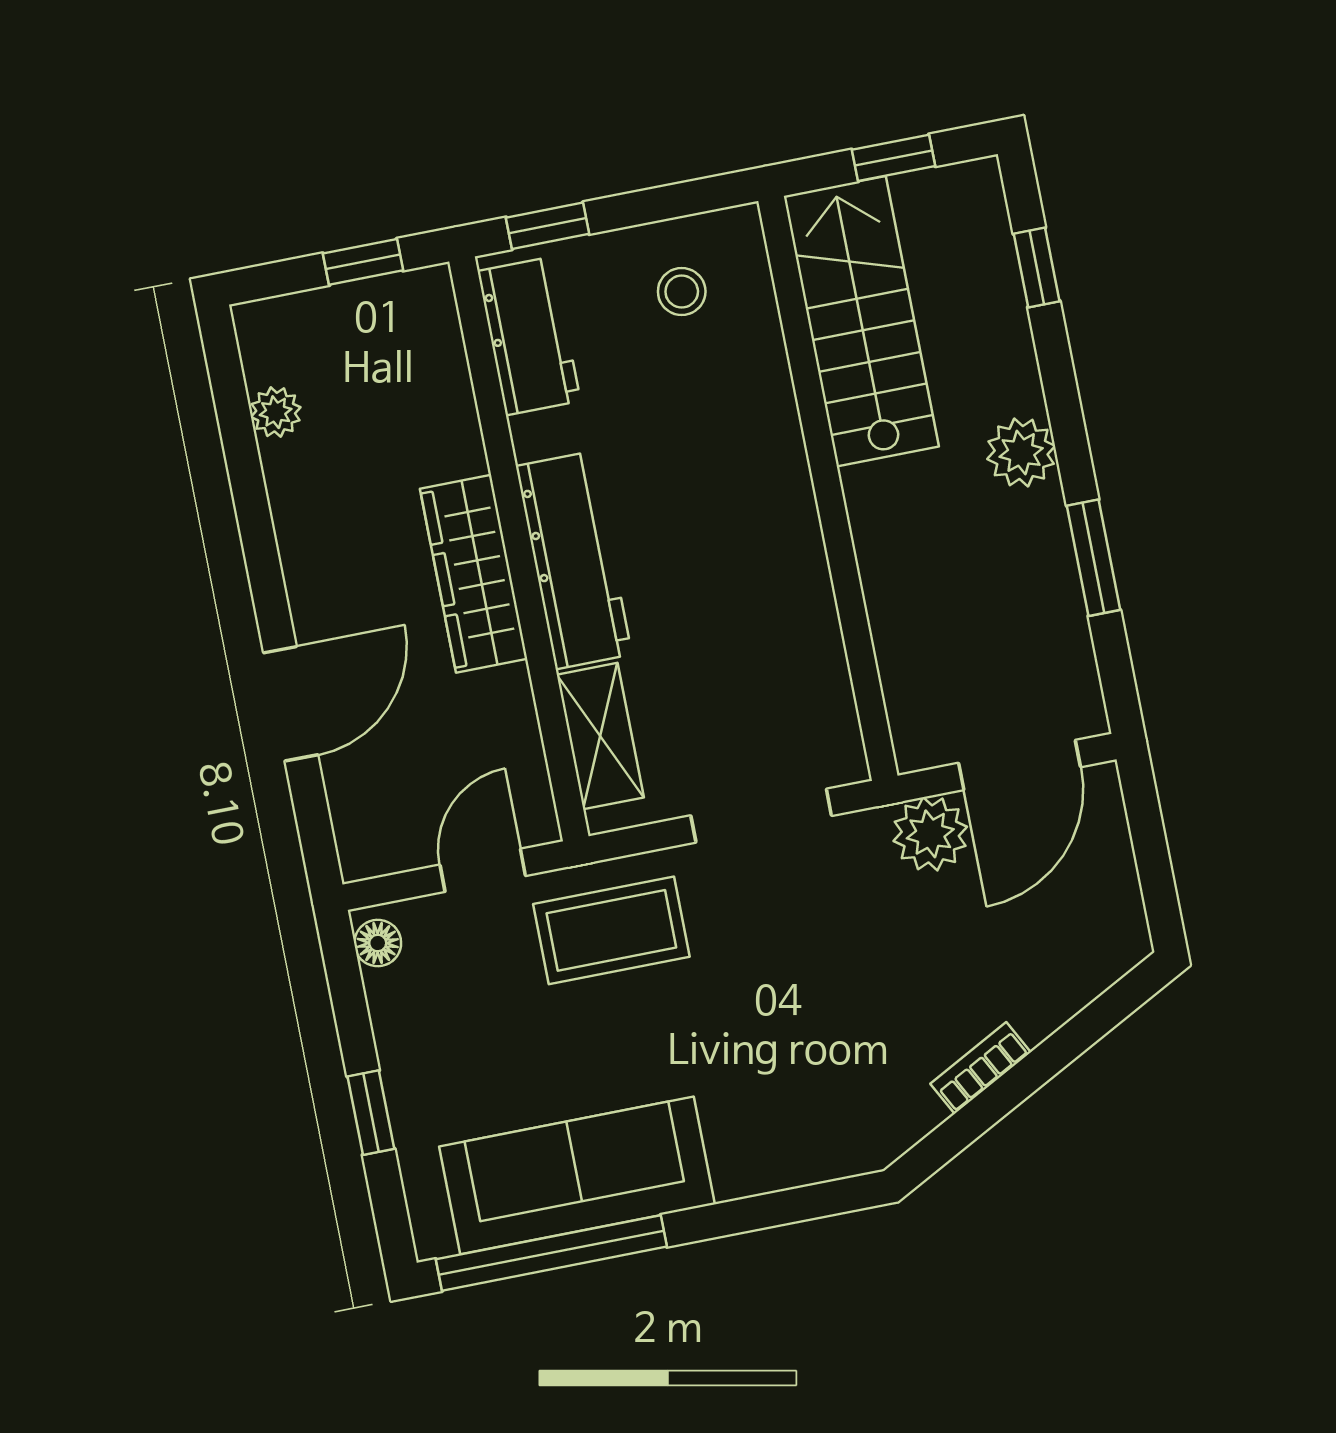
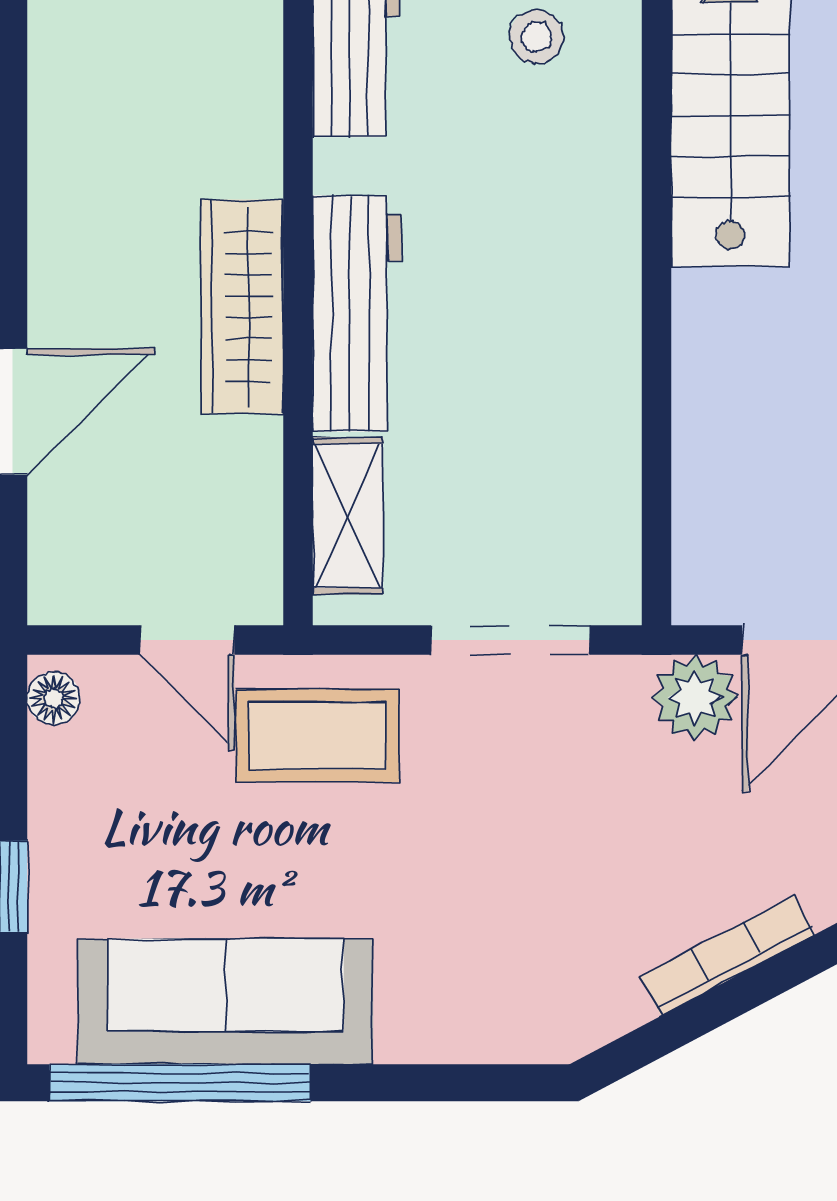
plant: (276, 412) -> (56, 83), removed
door: (483, 870) -> (187, 640), swing flipped
bookcase: (980, 1068) -> (728, 955), width x1.56

